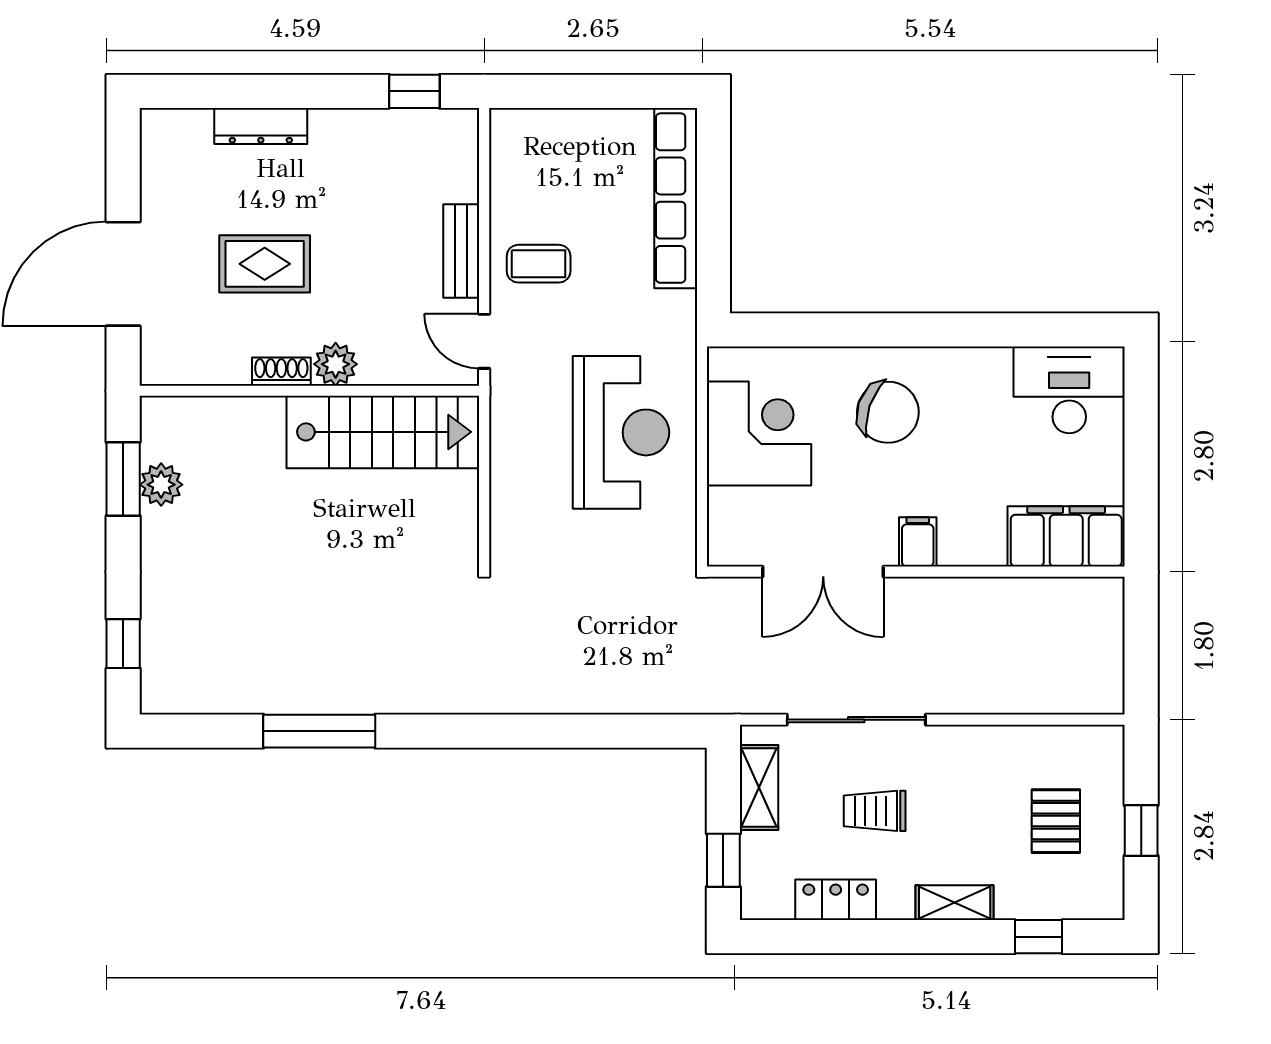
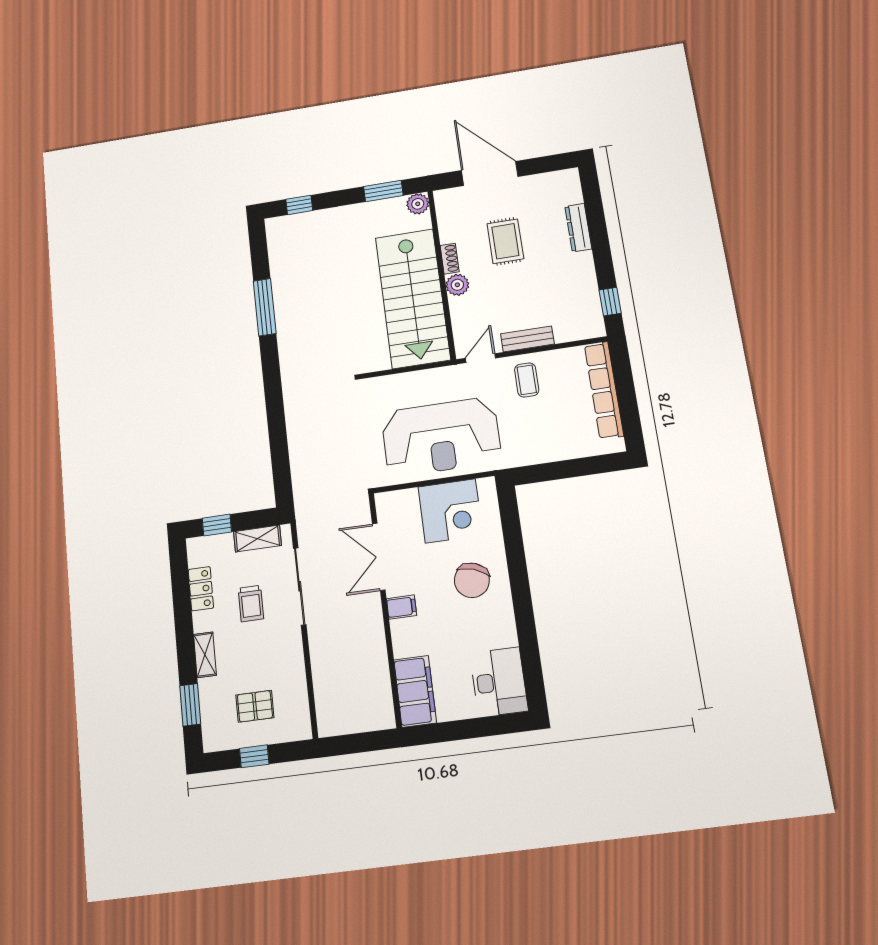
row of seats: (676, 198) -> (604, 390), moved, turned -90
stairs: (383, 432) -> (413, 298), width x1.36, depth x1.51
reception desk: (621, 432) -> (441, 437), width x1.36, depth x1.30
plant: (161, 485) -> (418, 204), moved
trolley: (875, 811) -> (251, 603), turned 180
window: (1039, 937) -> (190, 705), width x1.50

